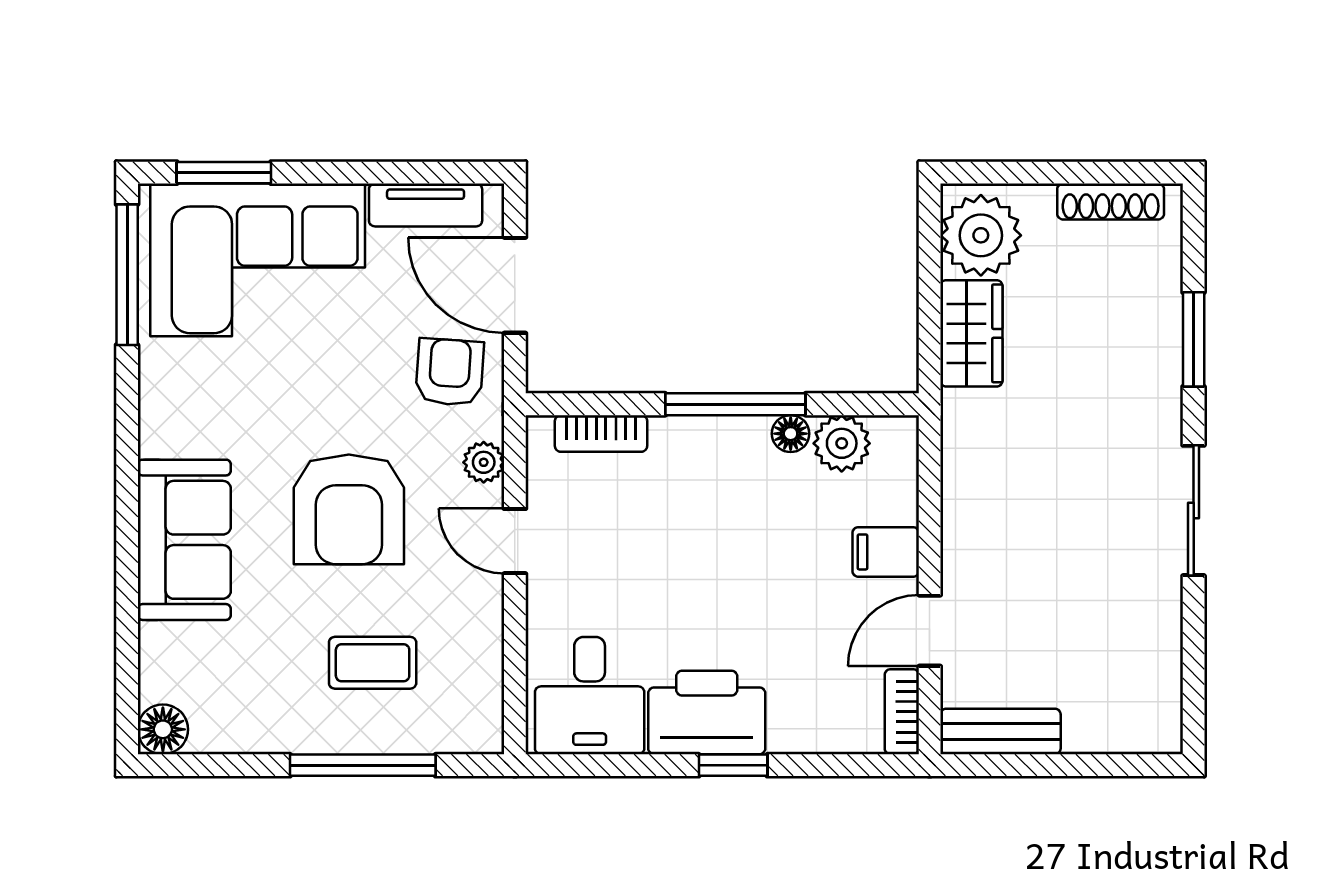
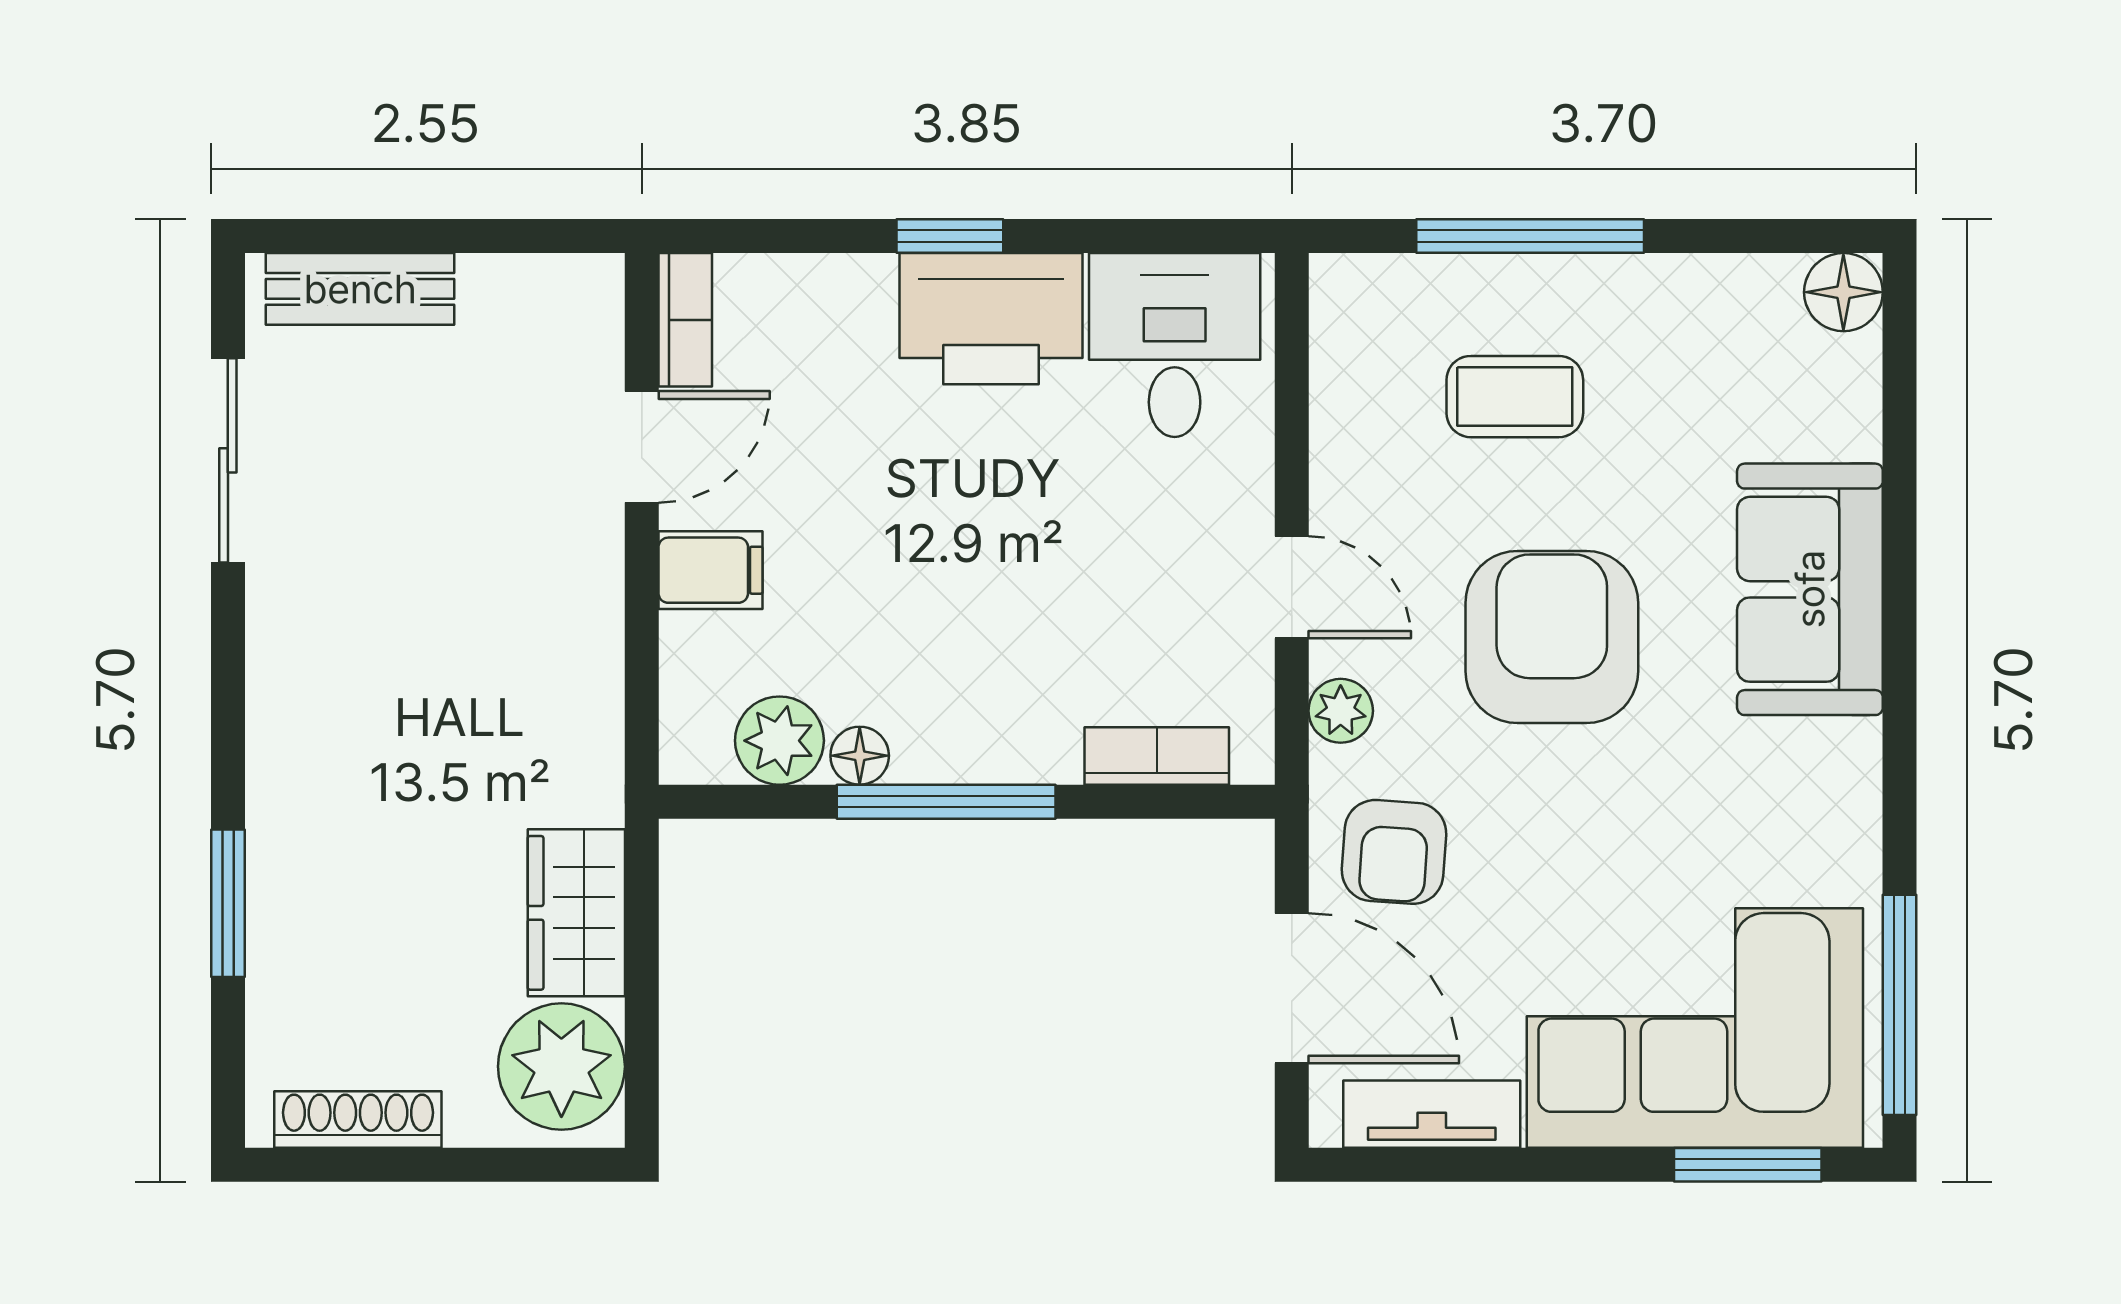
sliding door: (1194, 510) -> (228, 460), moved
bench: (1000, 731) -> (360, 289), moved

